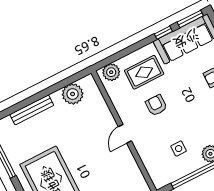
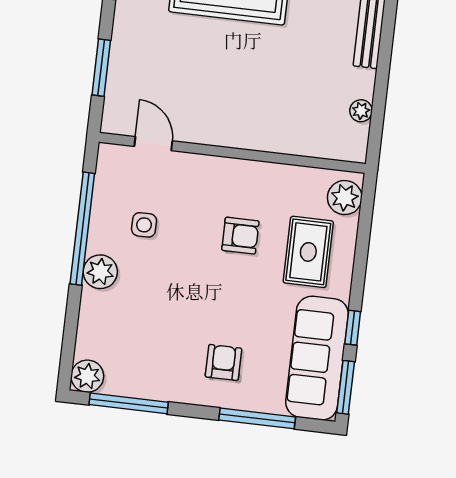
plant: (73, 94) -> (361, 111), width x0.53, depth x0.53
door: (125, 134) -> (153, 144), moved

